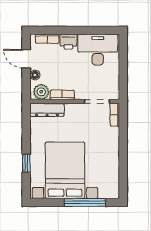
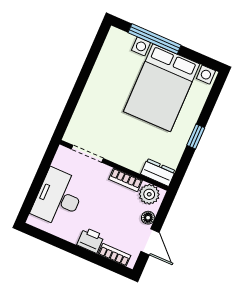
desk: (98, 50) -> (58, 198), moved, turned 90
dresser: (47, 110) -> (158, 172), width x0.70
bookcase: (115, 115) -> (73, 128), removed
window: (26, 163) -> (196, 137), moved

